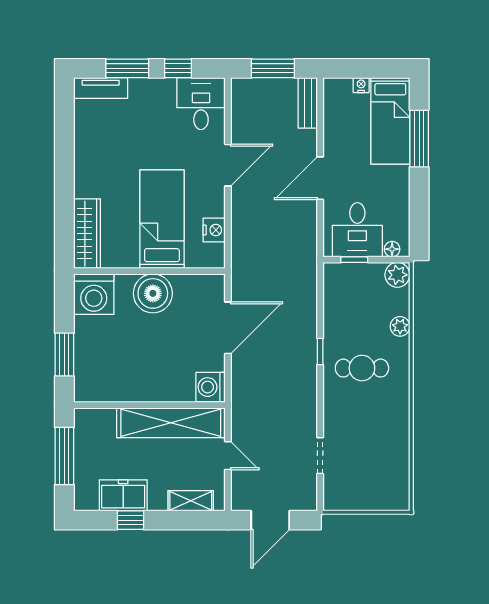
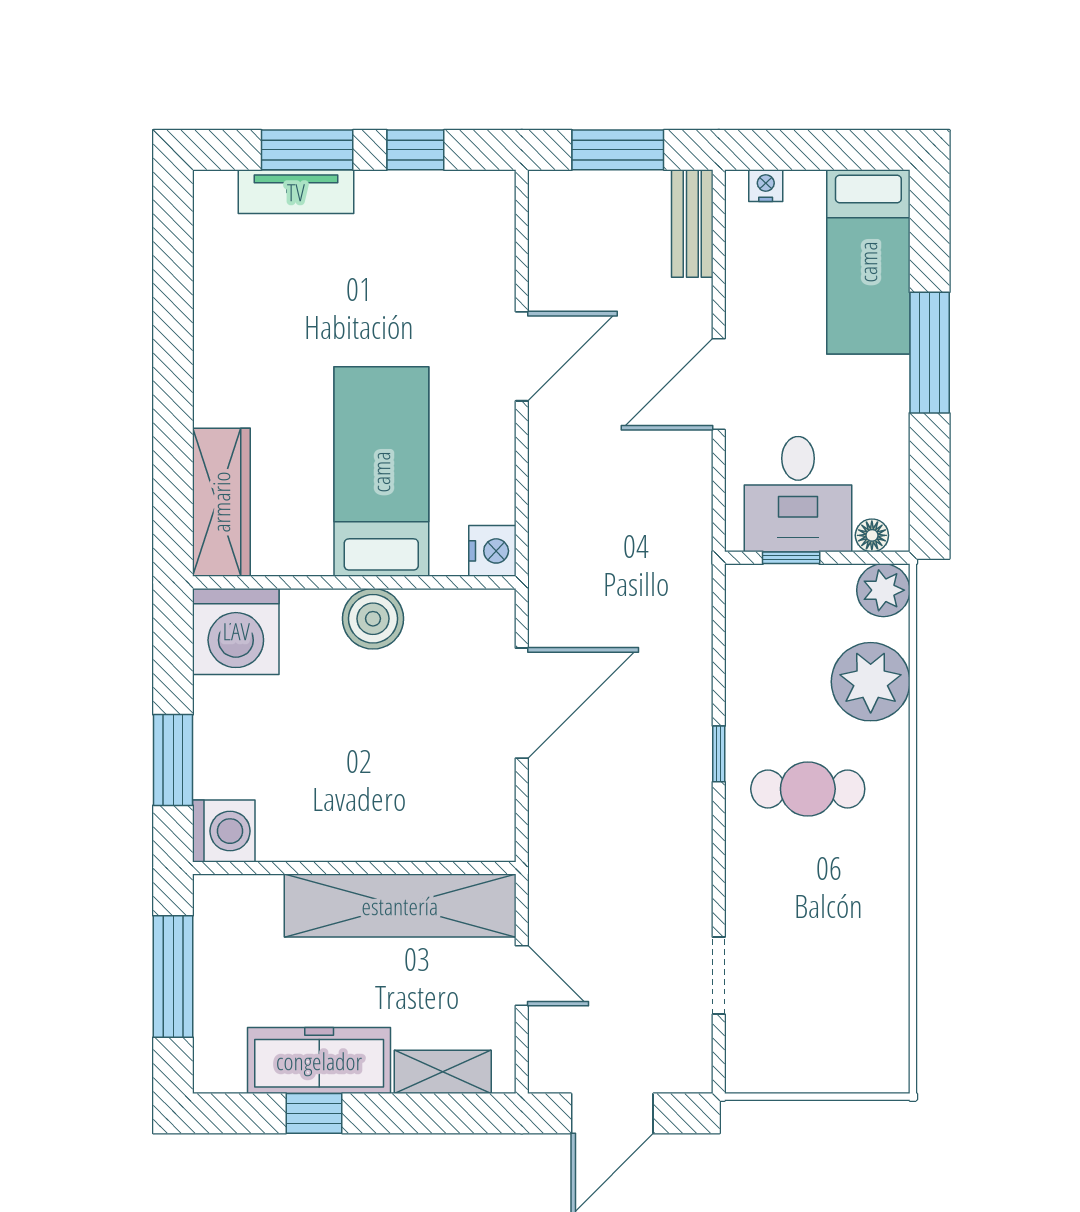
nightstand: (361, 85) -> (766, 186), moved
tv unit: (101, 88) -> (296, 192), moved
desk: (201, 104) -> (464, 225), removed
window: (419, 139) -> (930, 353), moved
nightstand: (214, 230) -> (492, 551), moved
boiler: (153, 293) -> (373, 619), width x0.73, depth x0.73
plant: (400, 326) -> (871, 682), width x1.88, depth x1.88
washing machine: (210, 387) -> (224, 831), moved, turned 180
freezer: (123, 495) -> (319, 1061), width x1.40

